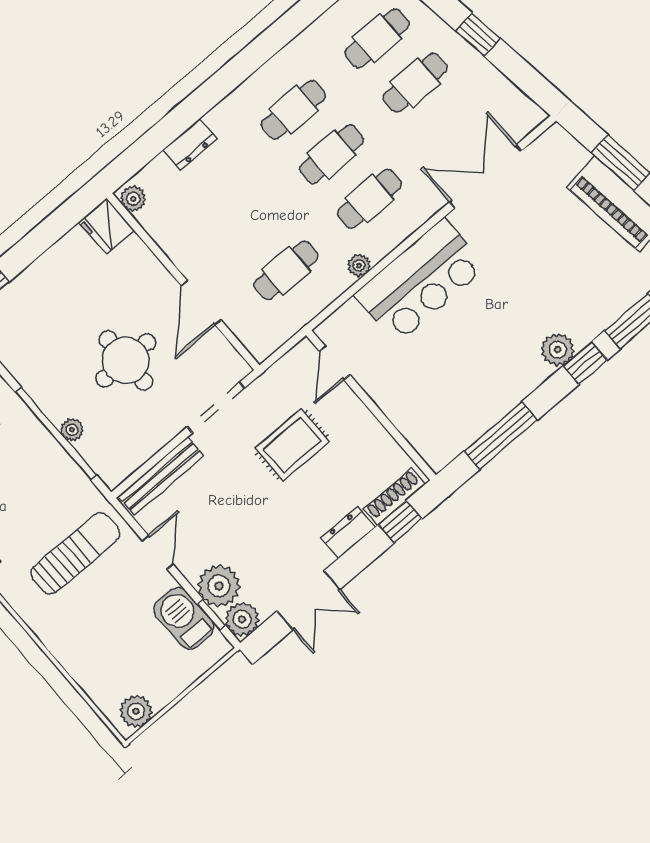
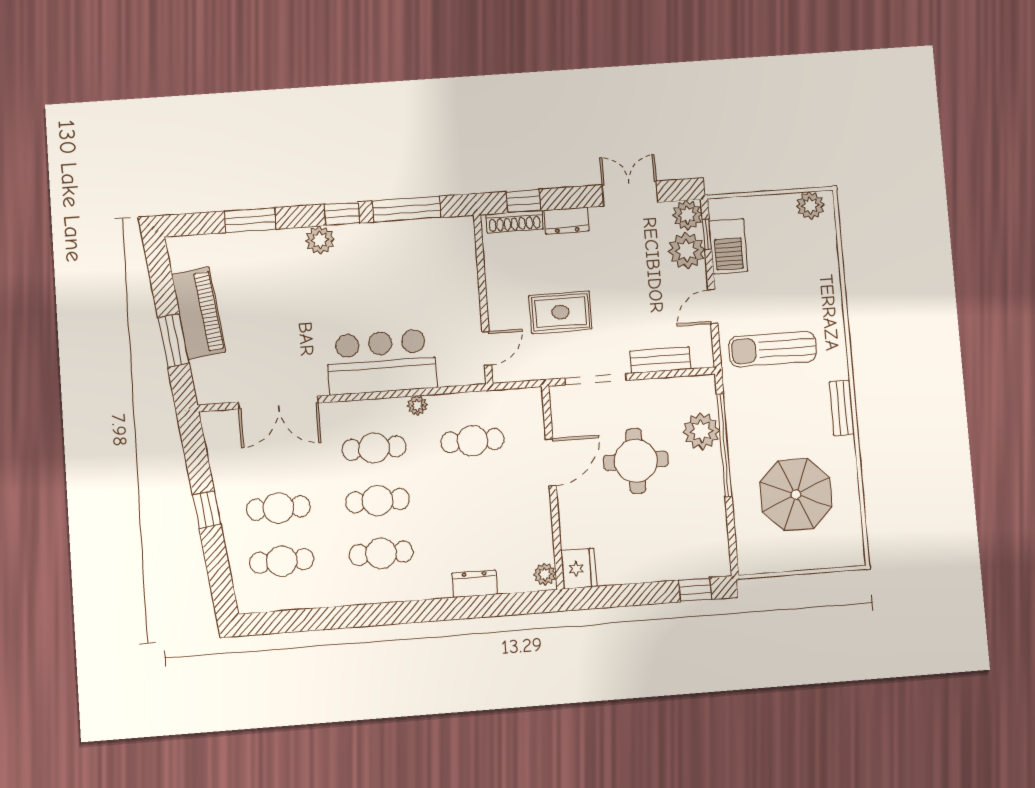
window: (585, 363) -> (342, 214), moved
plant: (72, 430) -> (701, 431), width x1.87, depth x1.87
bench: (161, 476) -> (660, 360), width x0.73

